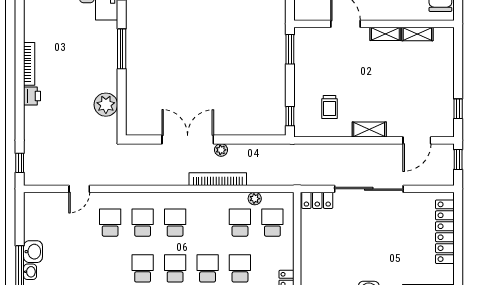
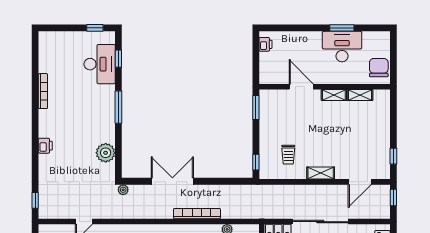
bookcase: (29, 64) -> (43, 91), moved
plant: (221, 150) -> (123, 190), moved

